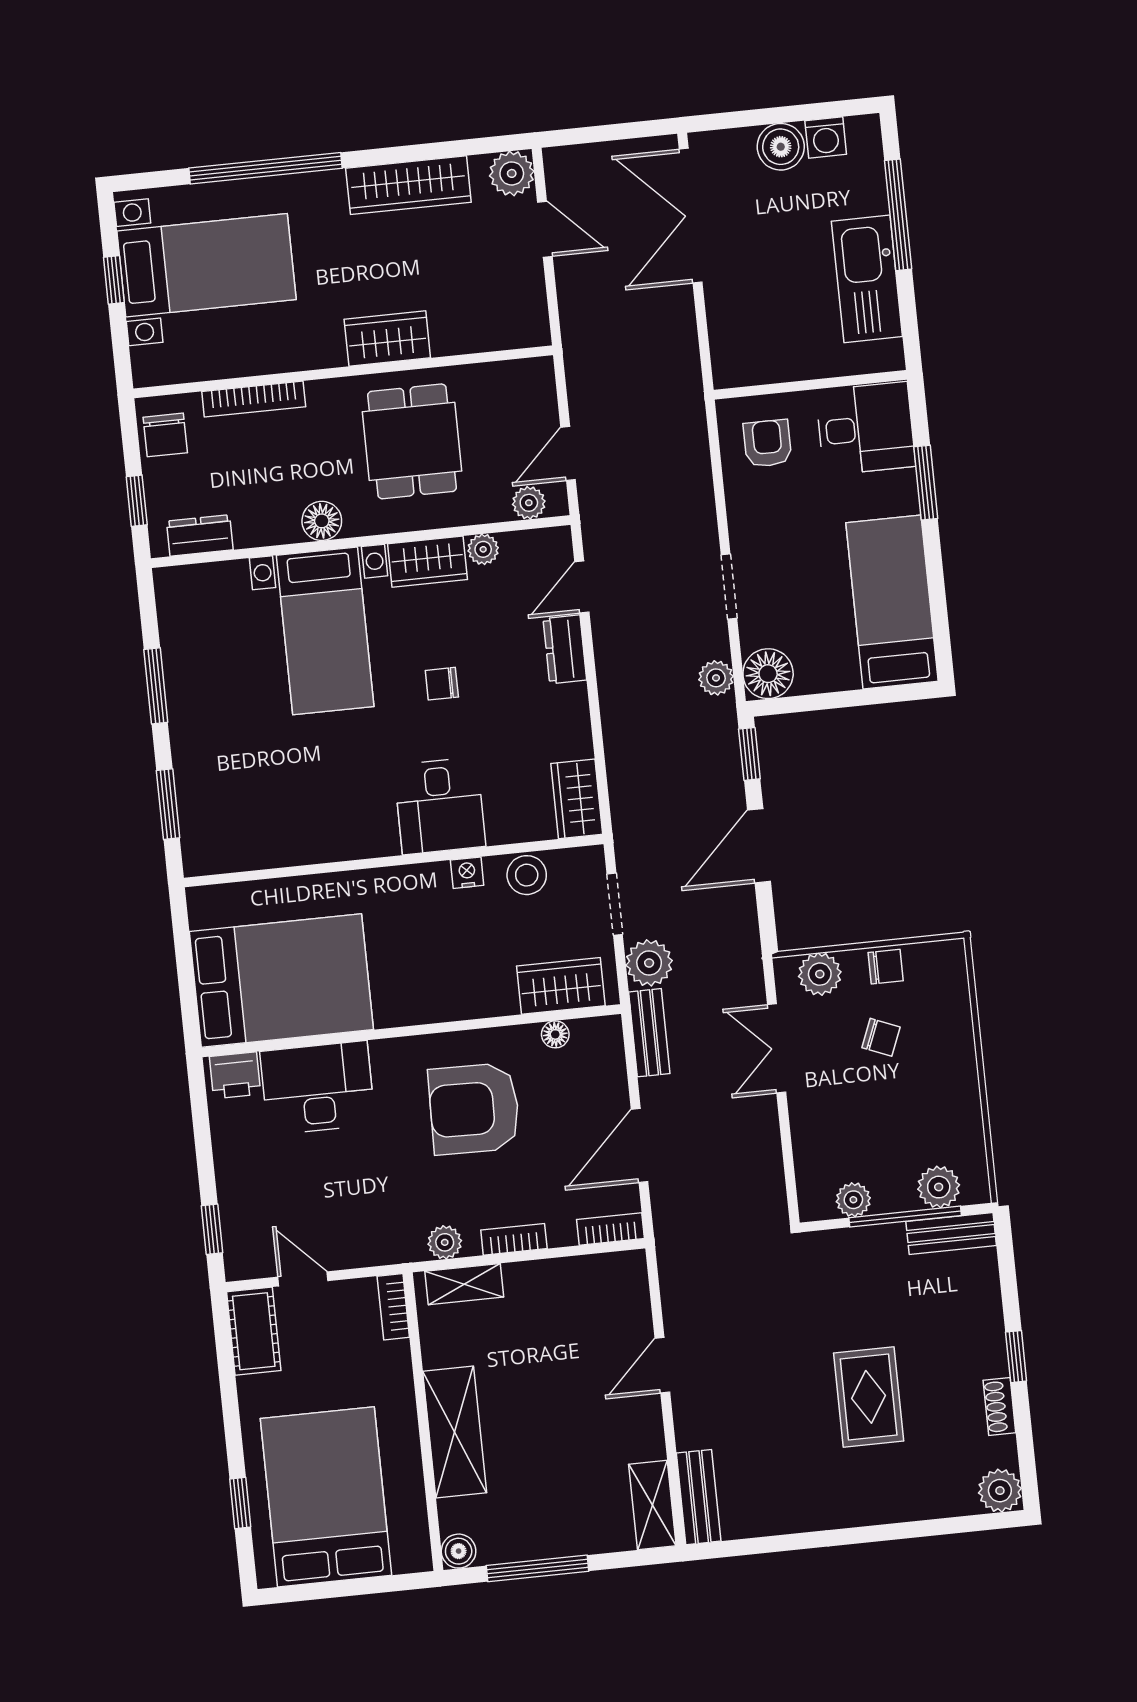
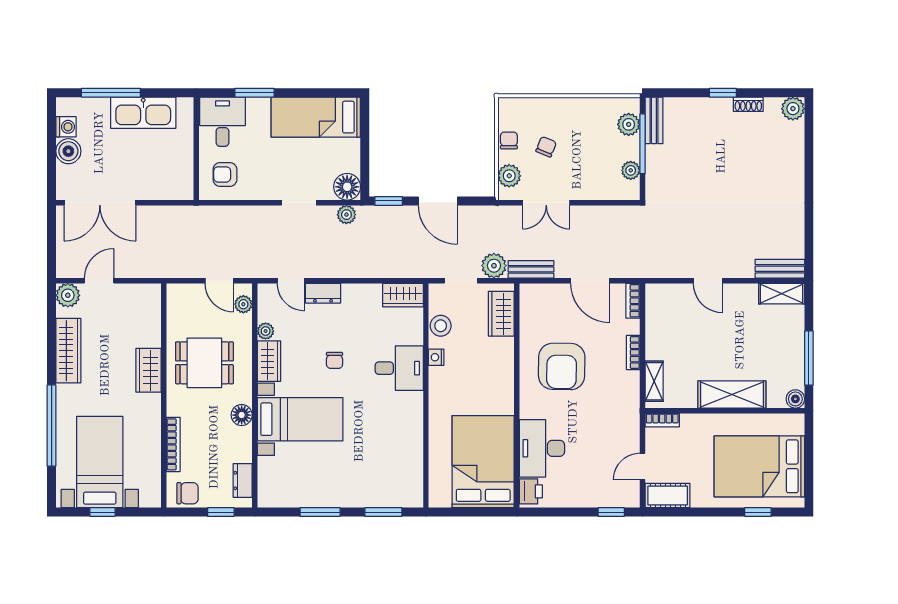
floor lamp: (555, 1034) -> (527, 319), removed
plant: (445, 1242) -> (631, 389), removed
rug: (869, 1397) -> (736, 173), removed

